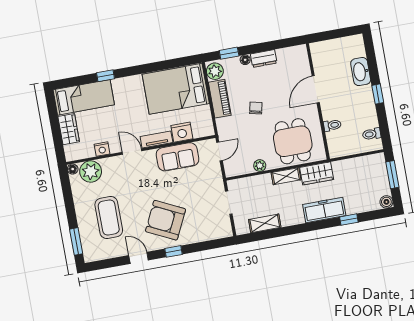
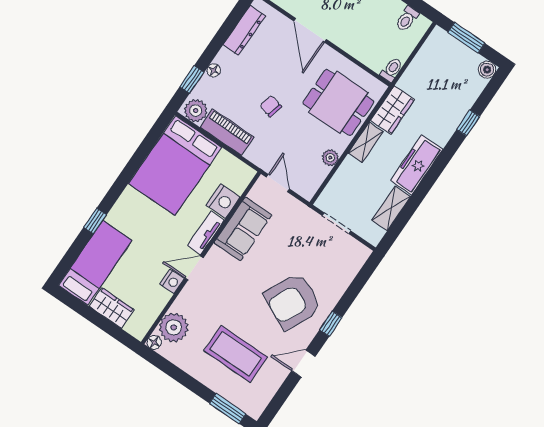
dresser: (264, 58) -> (244, 30), moved, width x1.44
toilet: (332, 125) -> (392, 70), moved
nightstand: (102, 149) -> (172, 281), moved
freezer: (324, 210) -> (417, 165), moved

